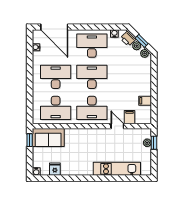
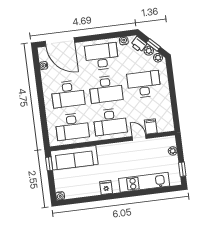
desk: (56, 77) -> (68, 94), turned 180
desk: (92, 77) -> (106, 89), turned 180
desk: (128, 77) -> (144, 84), added
filing cabinet: (145, 101) -> (165, 107), removed
sofa: (48, 137) -> (74, 158), width x1.36
window: (154, 143) -> (182, 169), moved
fridge: (55, 169) -> (106, 187), moved

